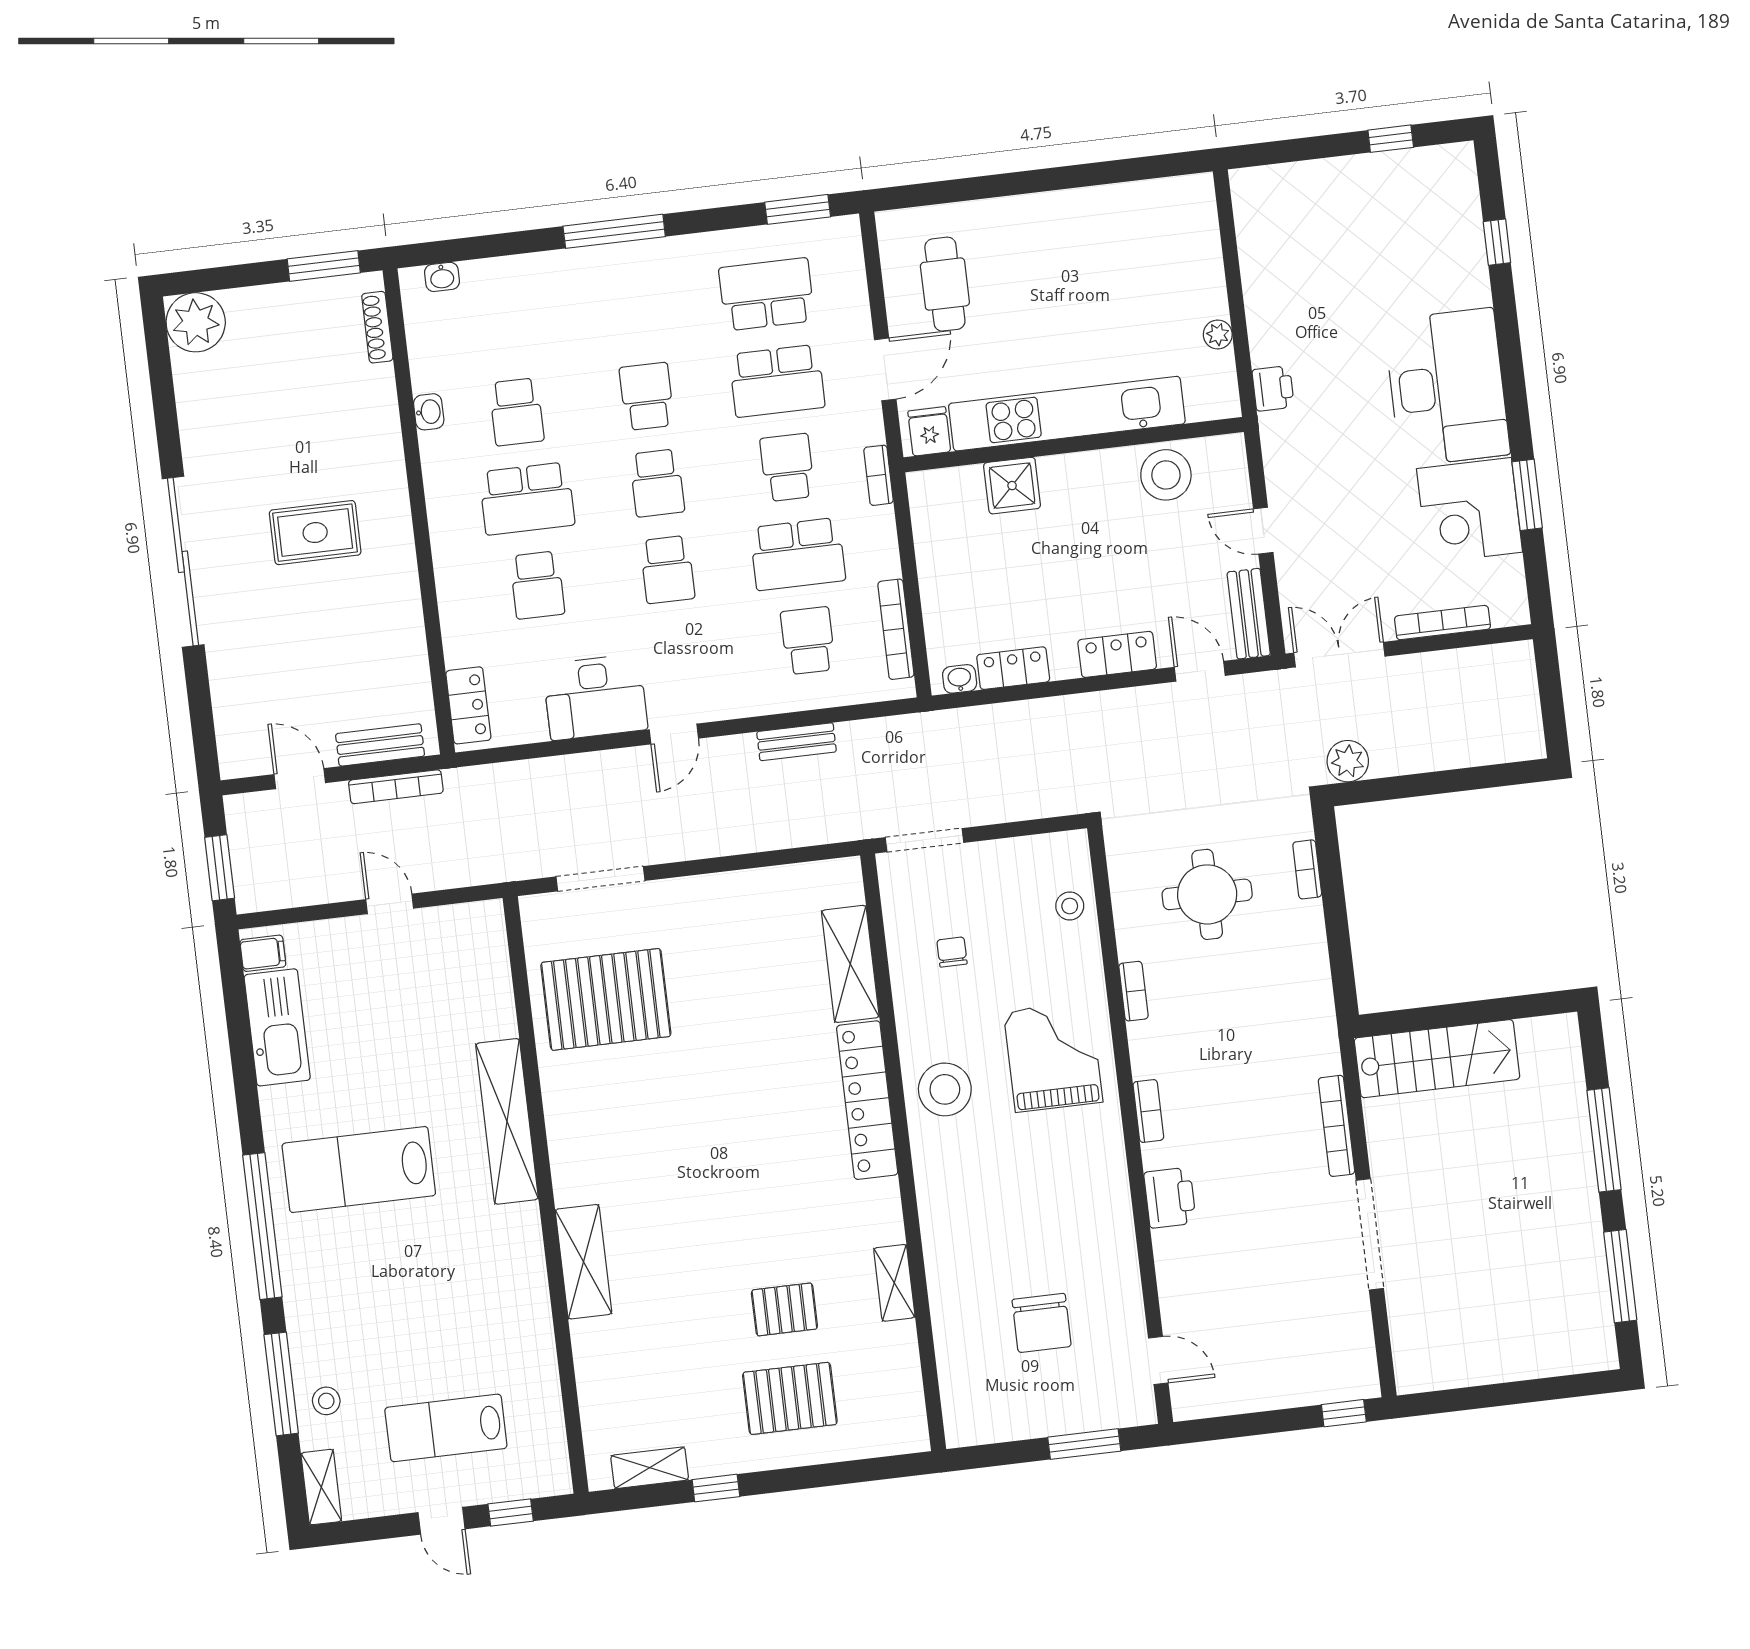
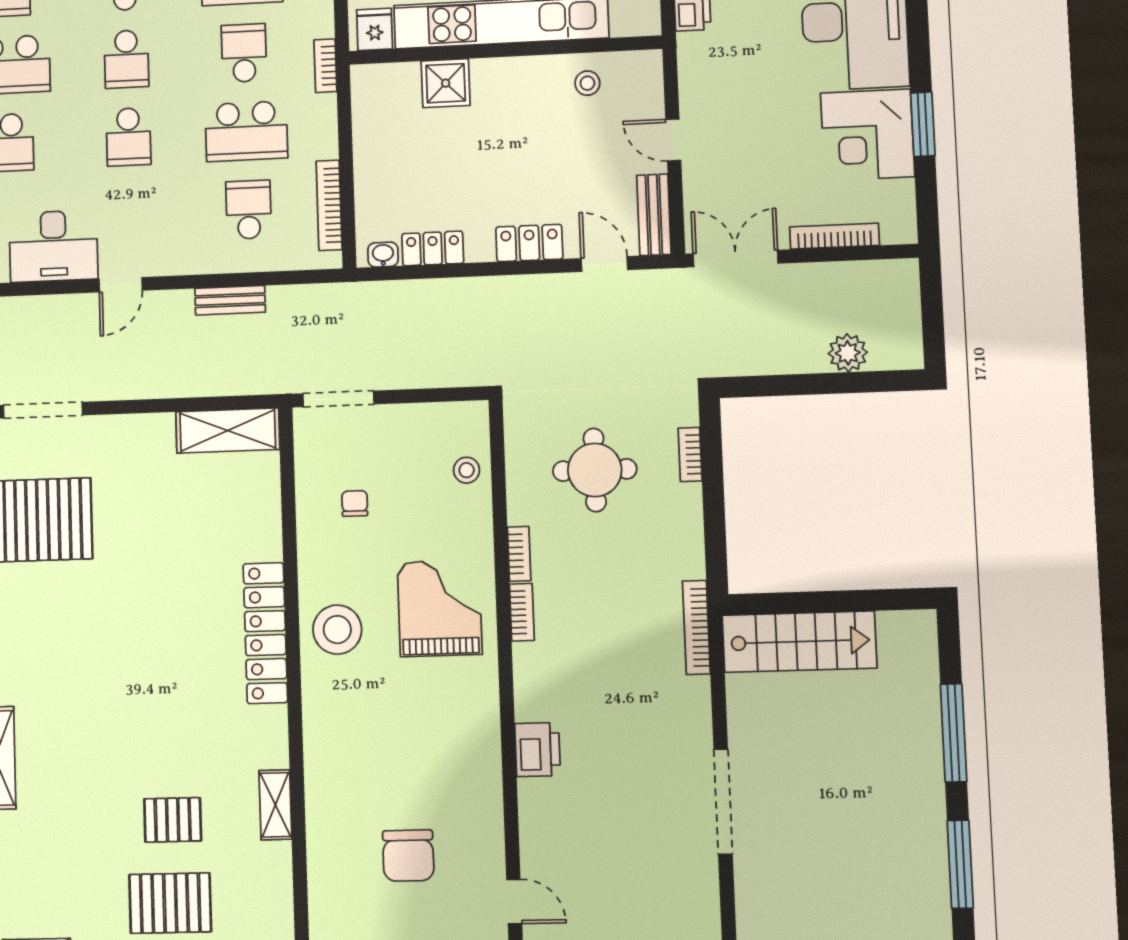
stool: (1166, 475) -> (587, 83), width x0.53, depth x0.53
plant: (1348, 761) -> (848, 353), moved
shelving: (850, 964) -> (228, 431), moved, turned 90
bookcase: (1148, 1111) -> (522, 612), moved
bookcase: (1336, 1126) -> (696, 627), moved

